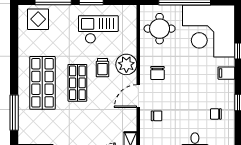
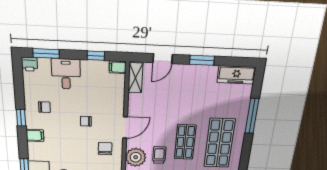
filing cabinet: (226, 73) -> (35, 135), moved
chair: (157, 116) -> (86, 121), moved

